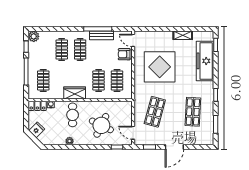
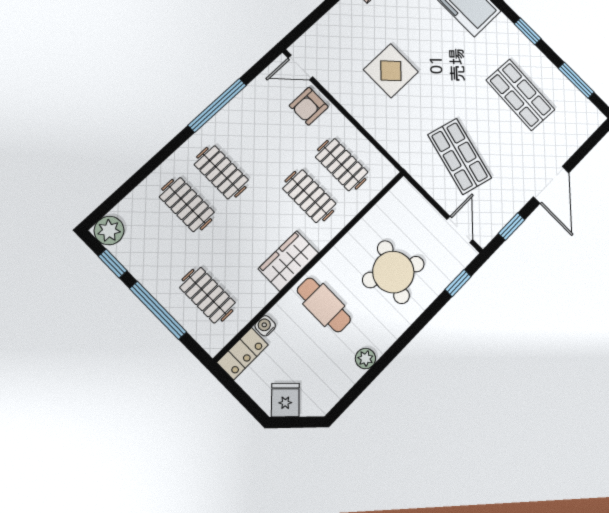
bench: (101, 35) -> (235, 111), removed
display table: (160, 67) -> (391, 71), width x0.54, depth x0.54
door: (133, 133) -> (460, 230), swing flipped

